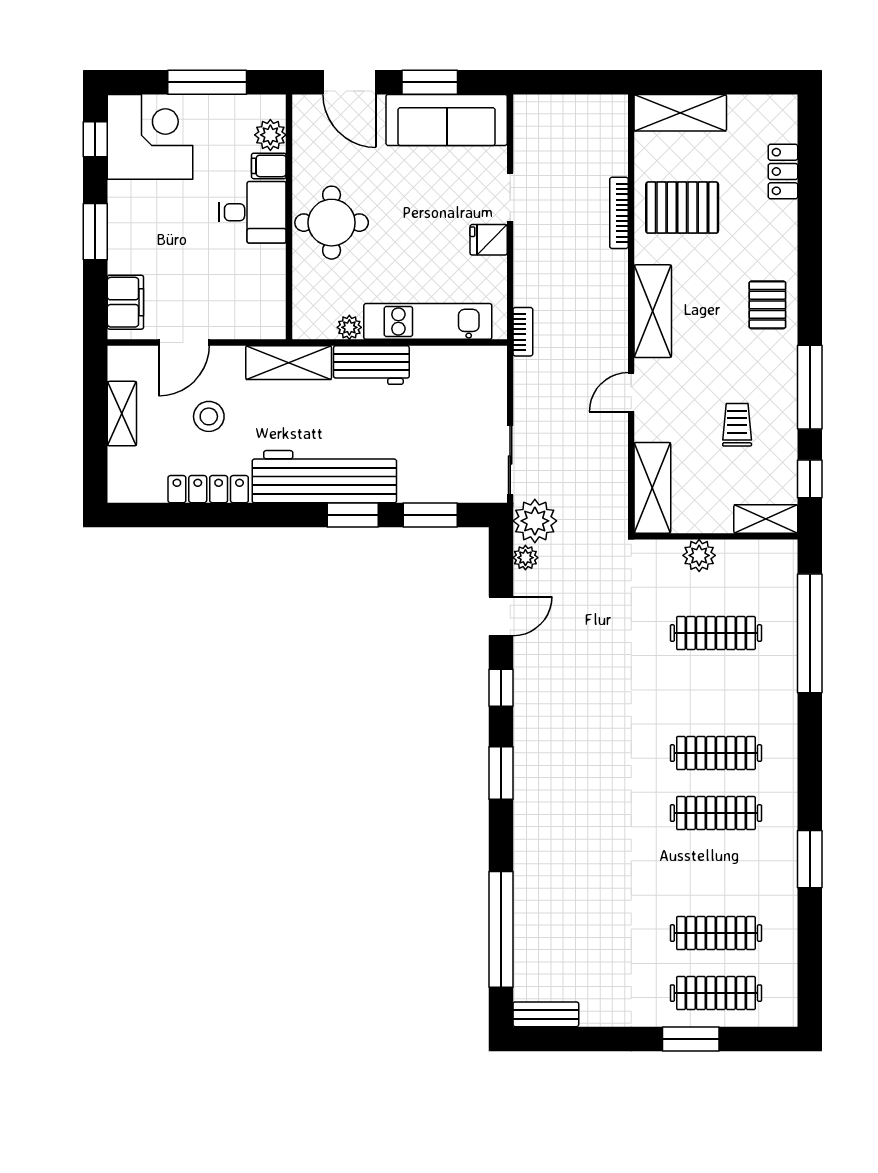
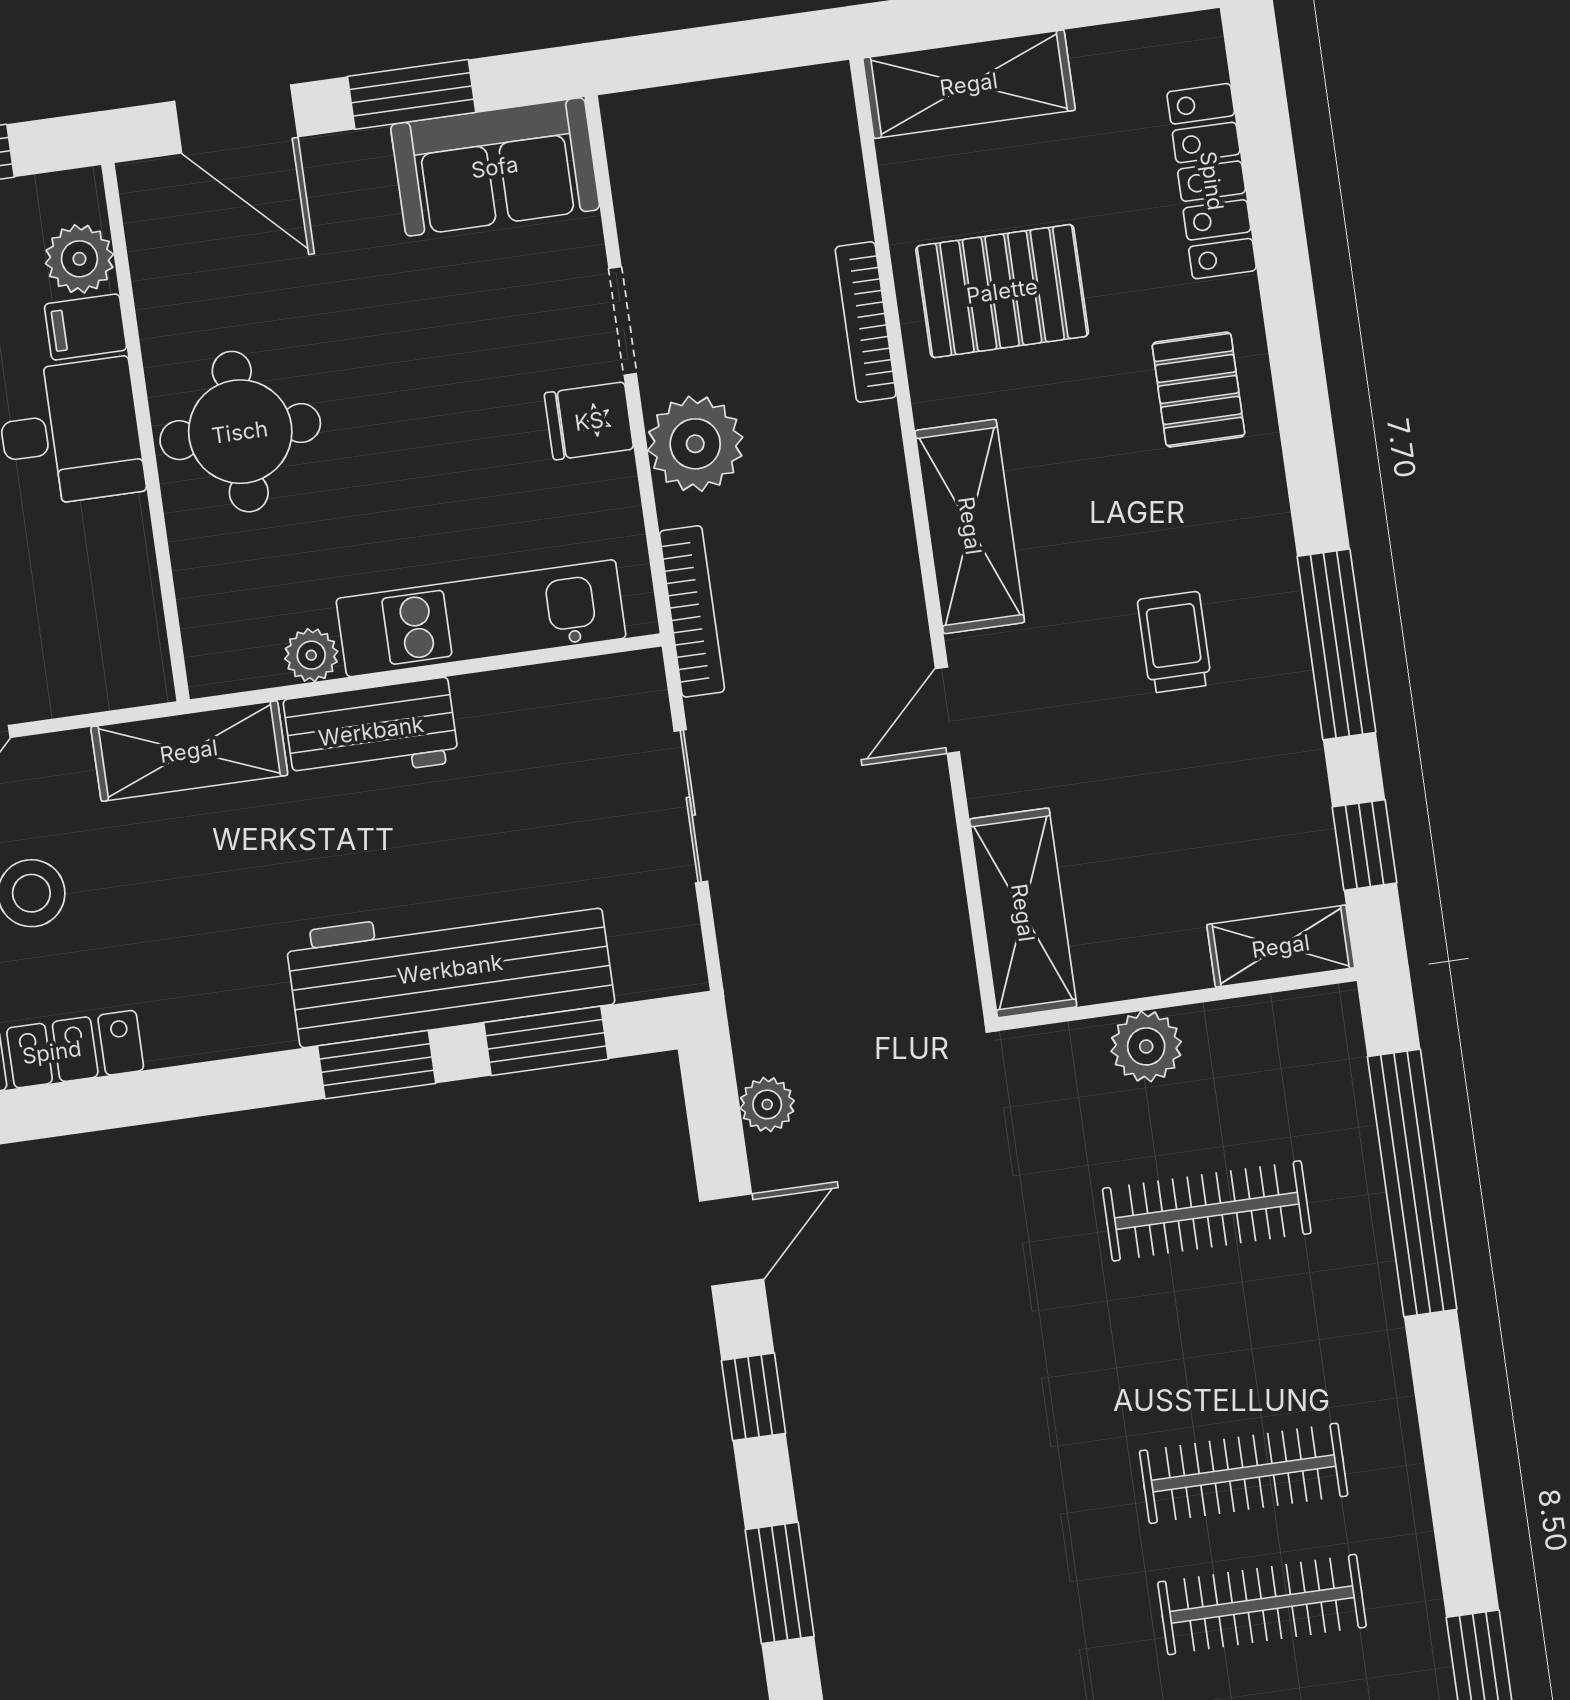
sofa: (447, 120) -> (495, 167), width x0.73
locker: (783, 172) -> (1212, 181), width x1.53
pallet: (767, 305) -> (1198, 389), moved
bookcase: (523, 332) -> (692, 611), width x1.56
trolley: (737, 425) -> (1175, 642), moved
sliding door: (510, 460) -> (691, 806), moved
workbench: (324, 477) -> (450, 969), moved
plant: (535, 521) -> (695, 444), moved

